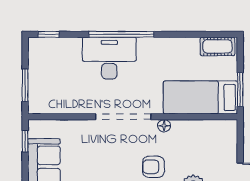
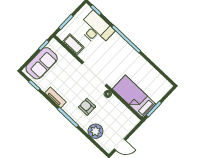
cot: (217, 46) -> (73, 44), moved
desk: (109, 58) -> (96, 29), moved

